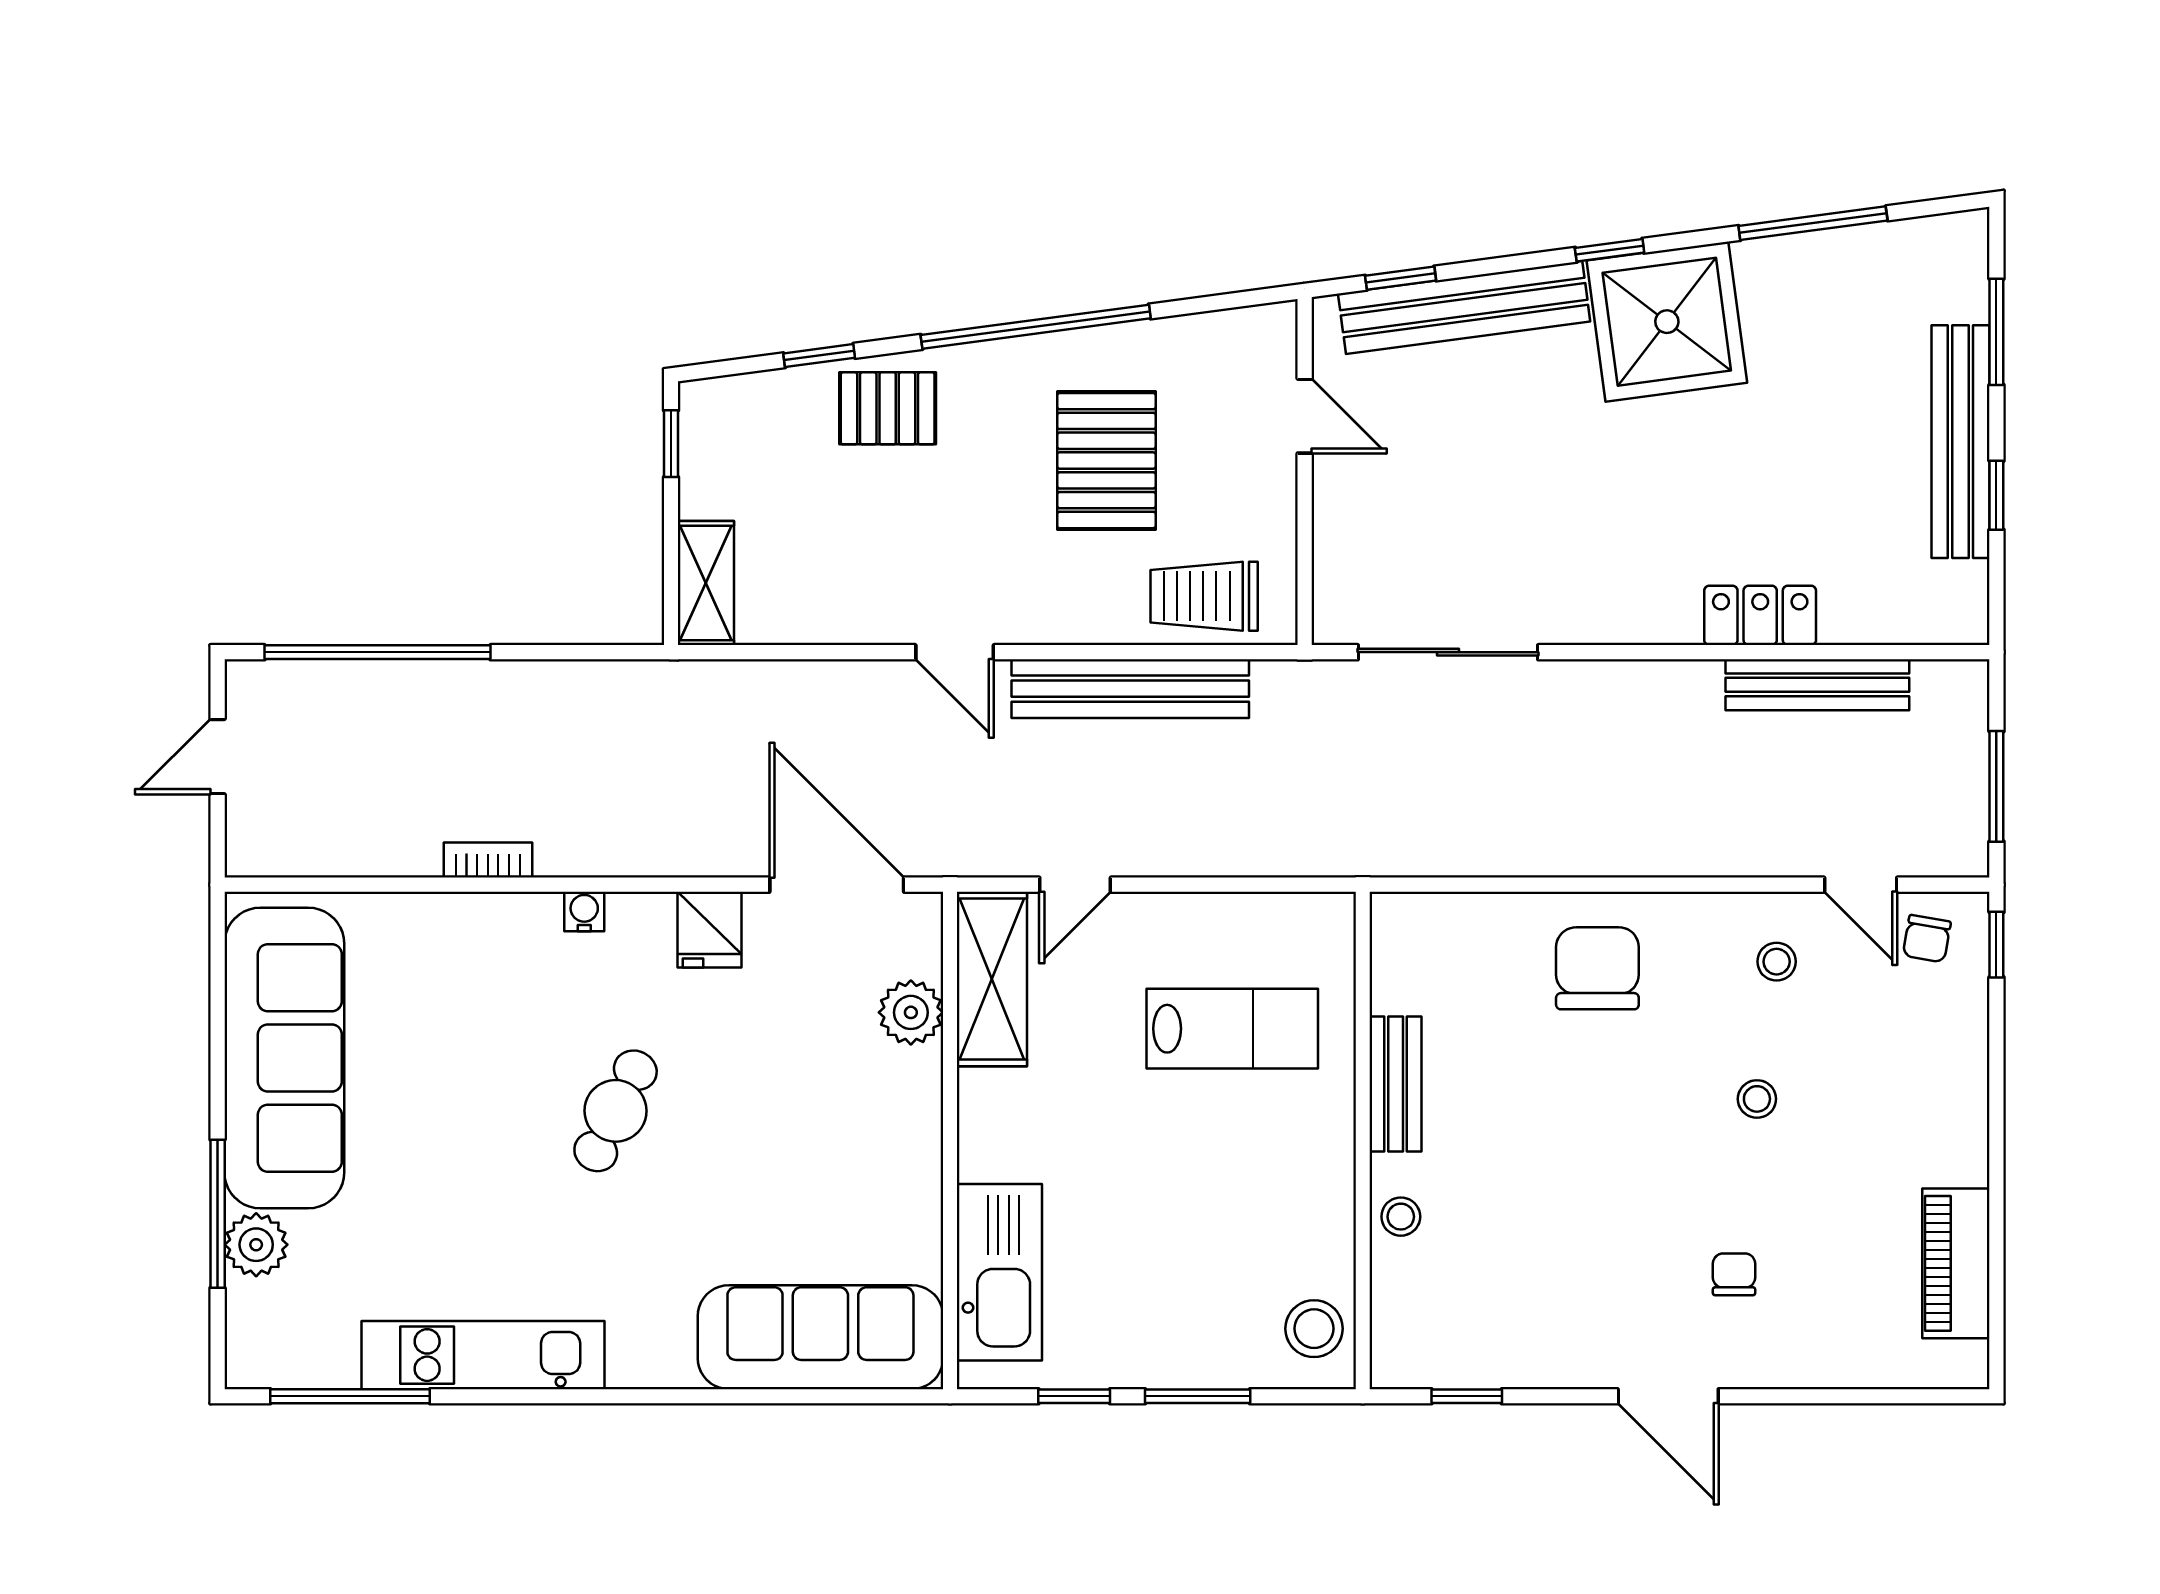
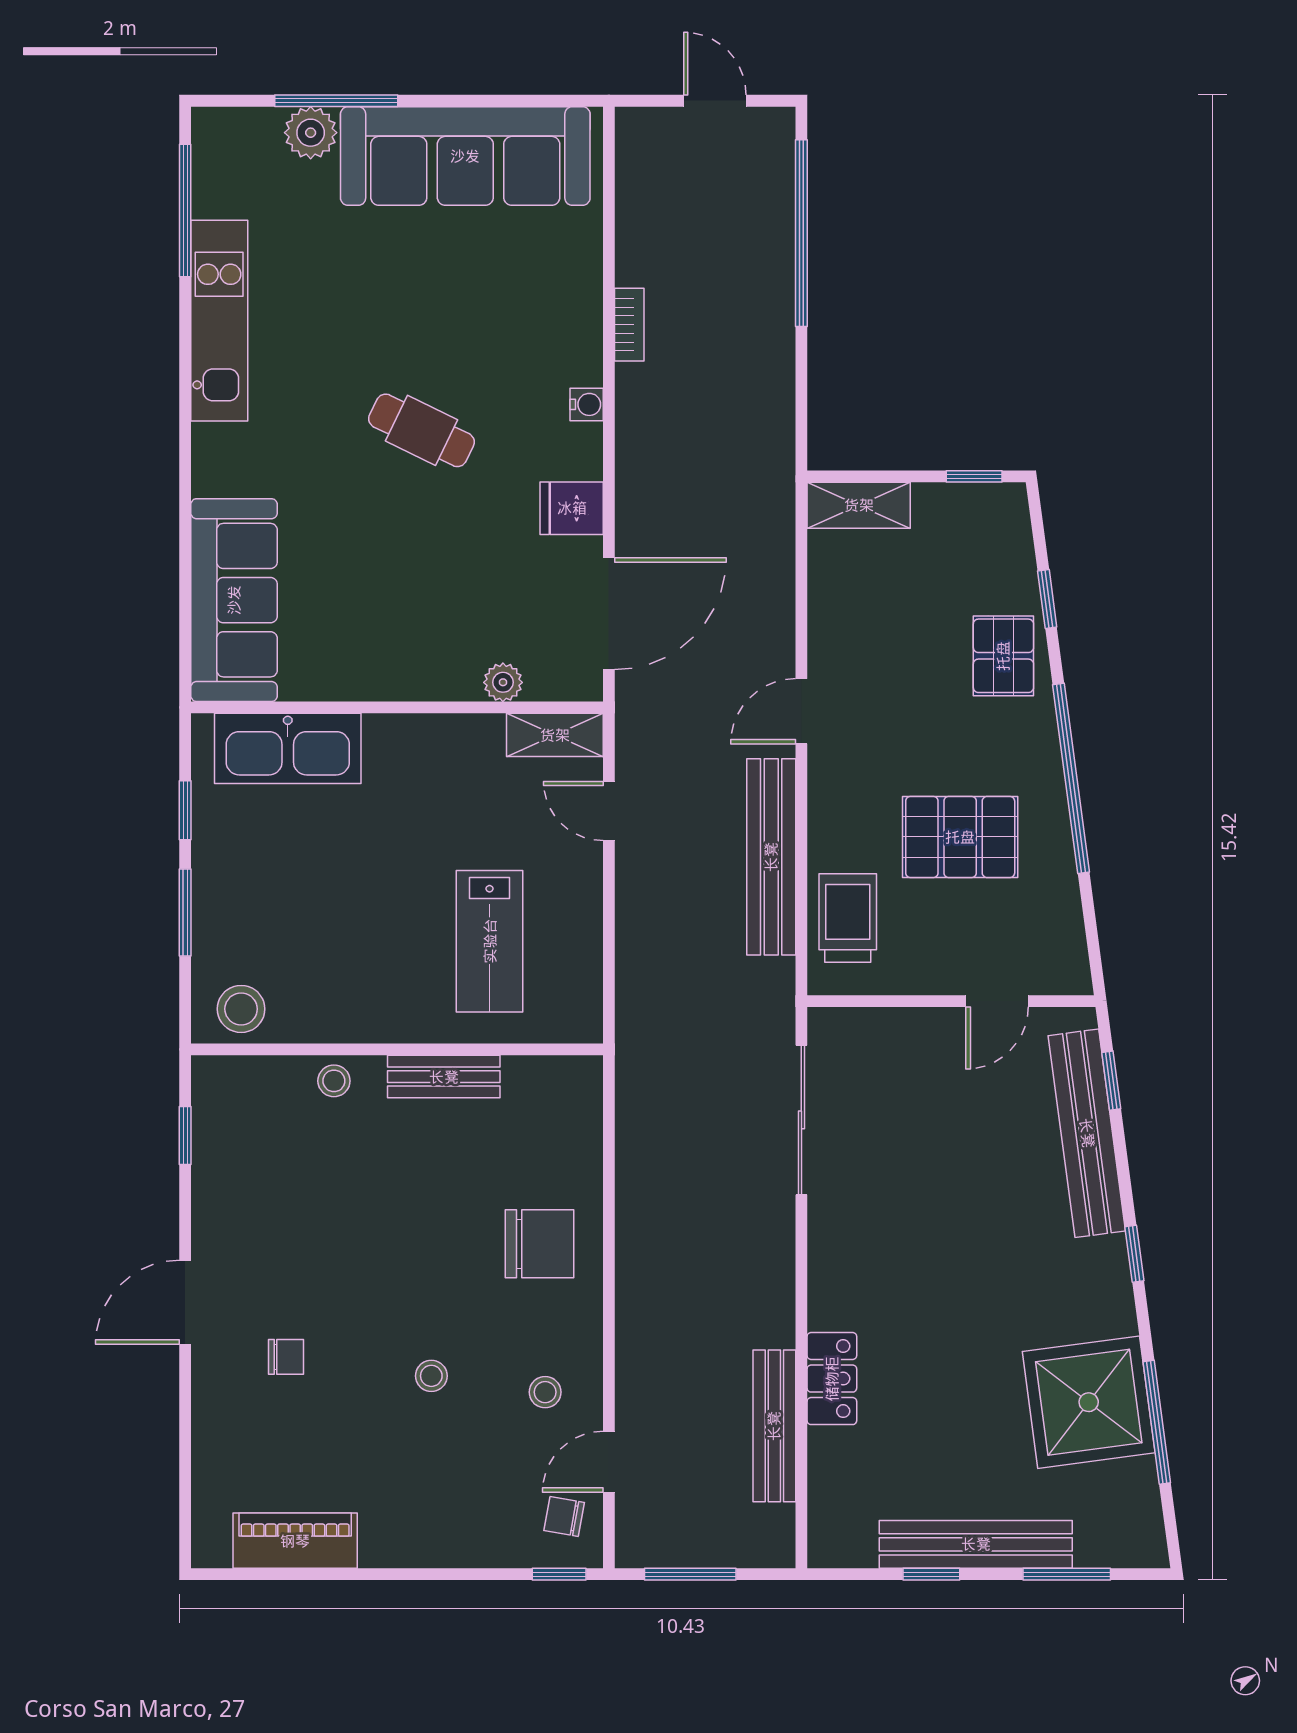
shower: (1667, 322) -> (1089, 1402), moved
shelving: (992, 979) -> (555, 735), width x0.67, depth x0.75
plant: (911, 1012) -> (503, 682), width x0.73, depth x0.73

